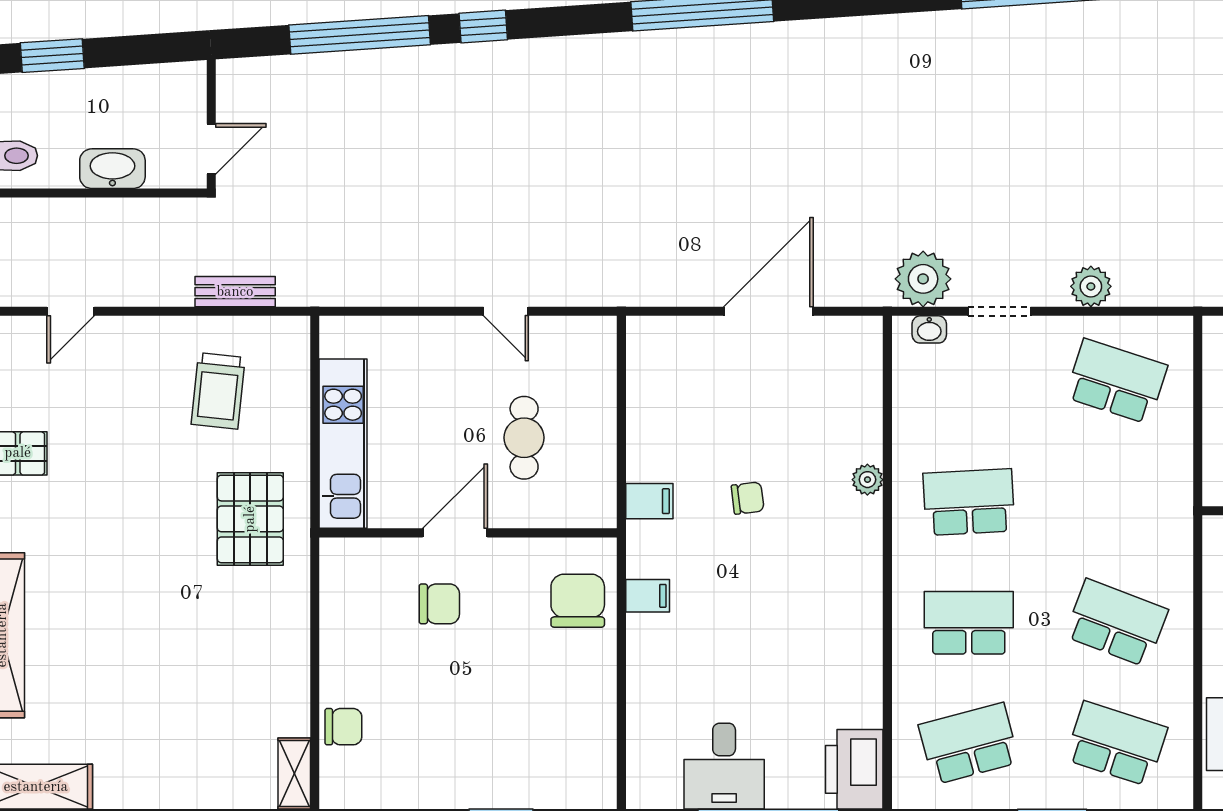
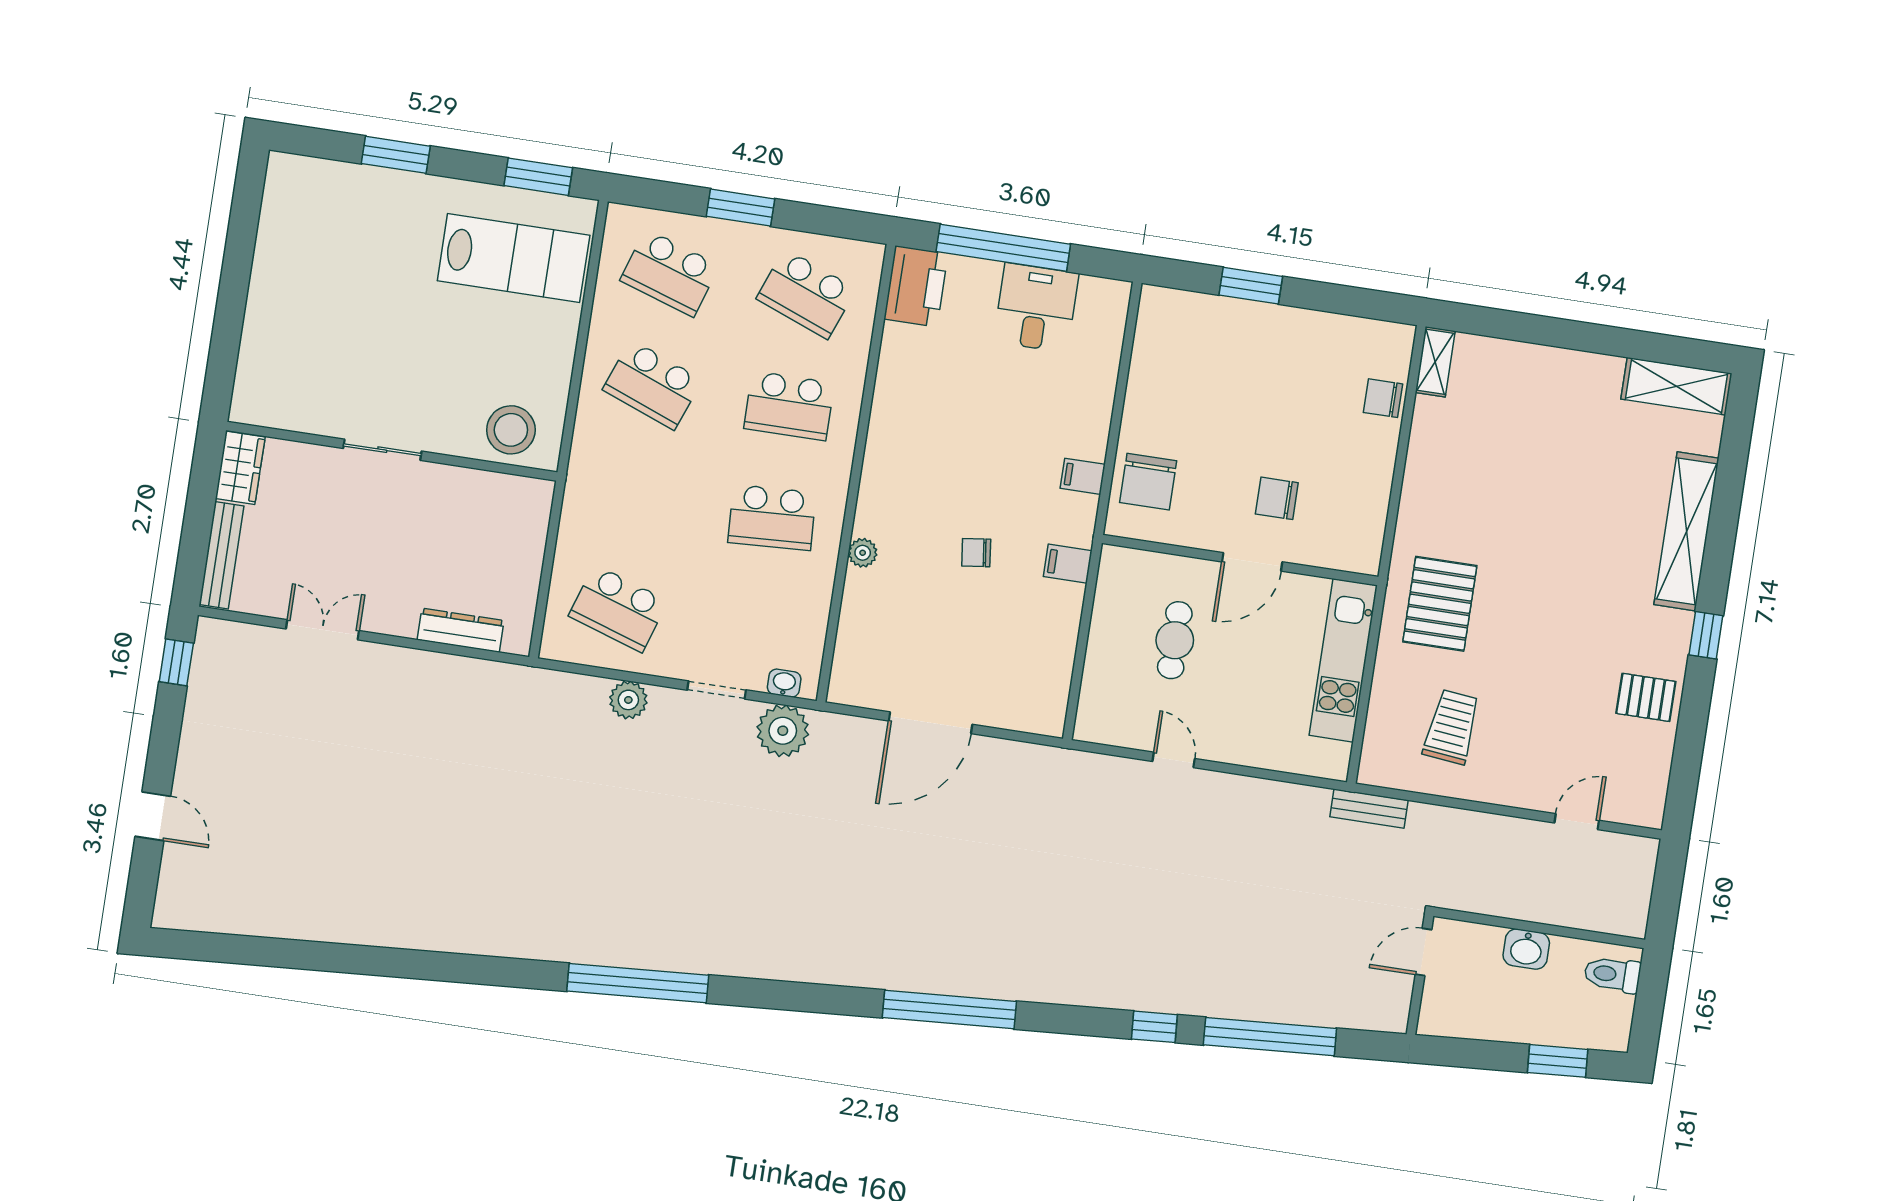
washbasin: (112, 169) -> (1526, 949), width x0.72
bench: (235, 292) -> (1369, 808), moved
school desk: (969, 744) -> (806, 294), turned 36

